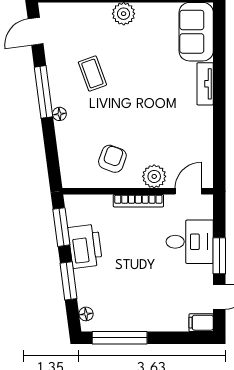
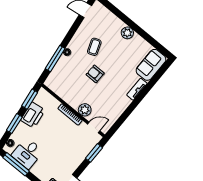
window: (44, 92) -> (55, 59), moved
armchair: (112, 159) -> (95, 74), moved, turned -110
desk: (190, 242) -> (27, 153), moved, turned 90
window: (219, 256) -> (94, 153), moved

